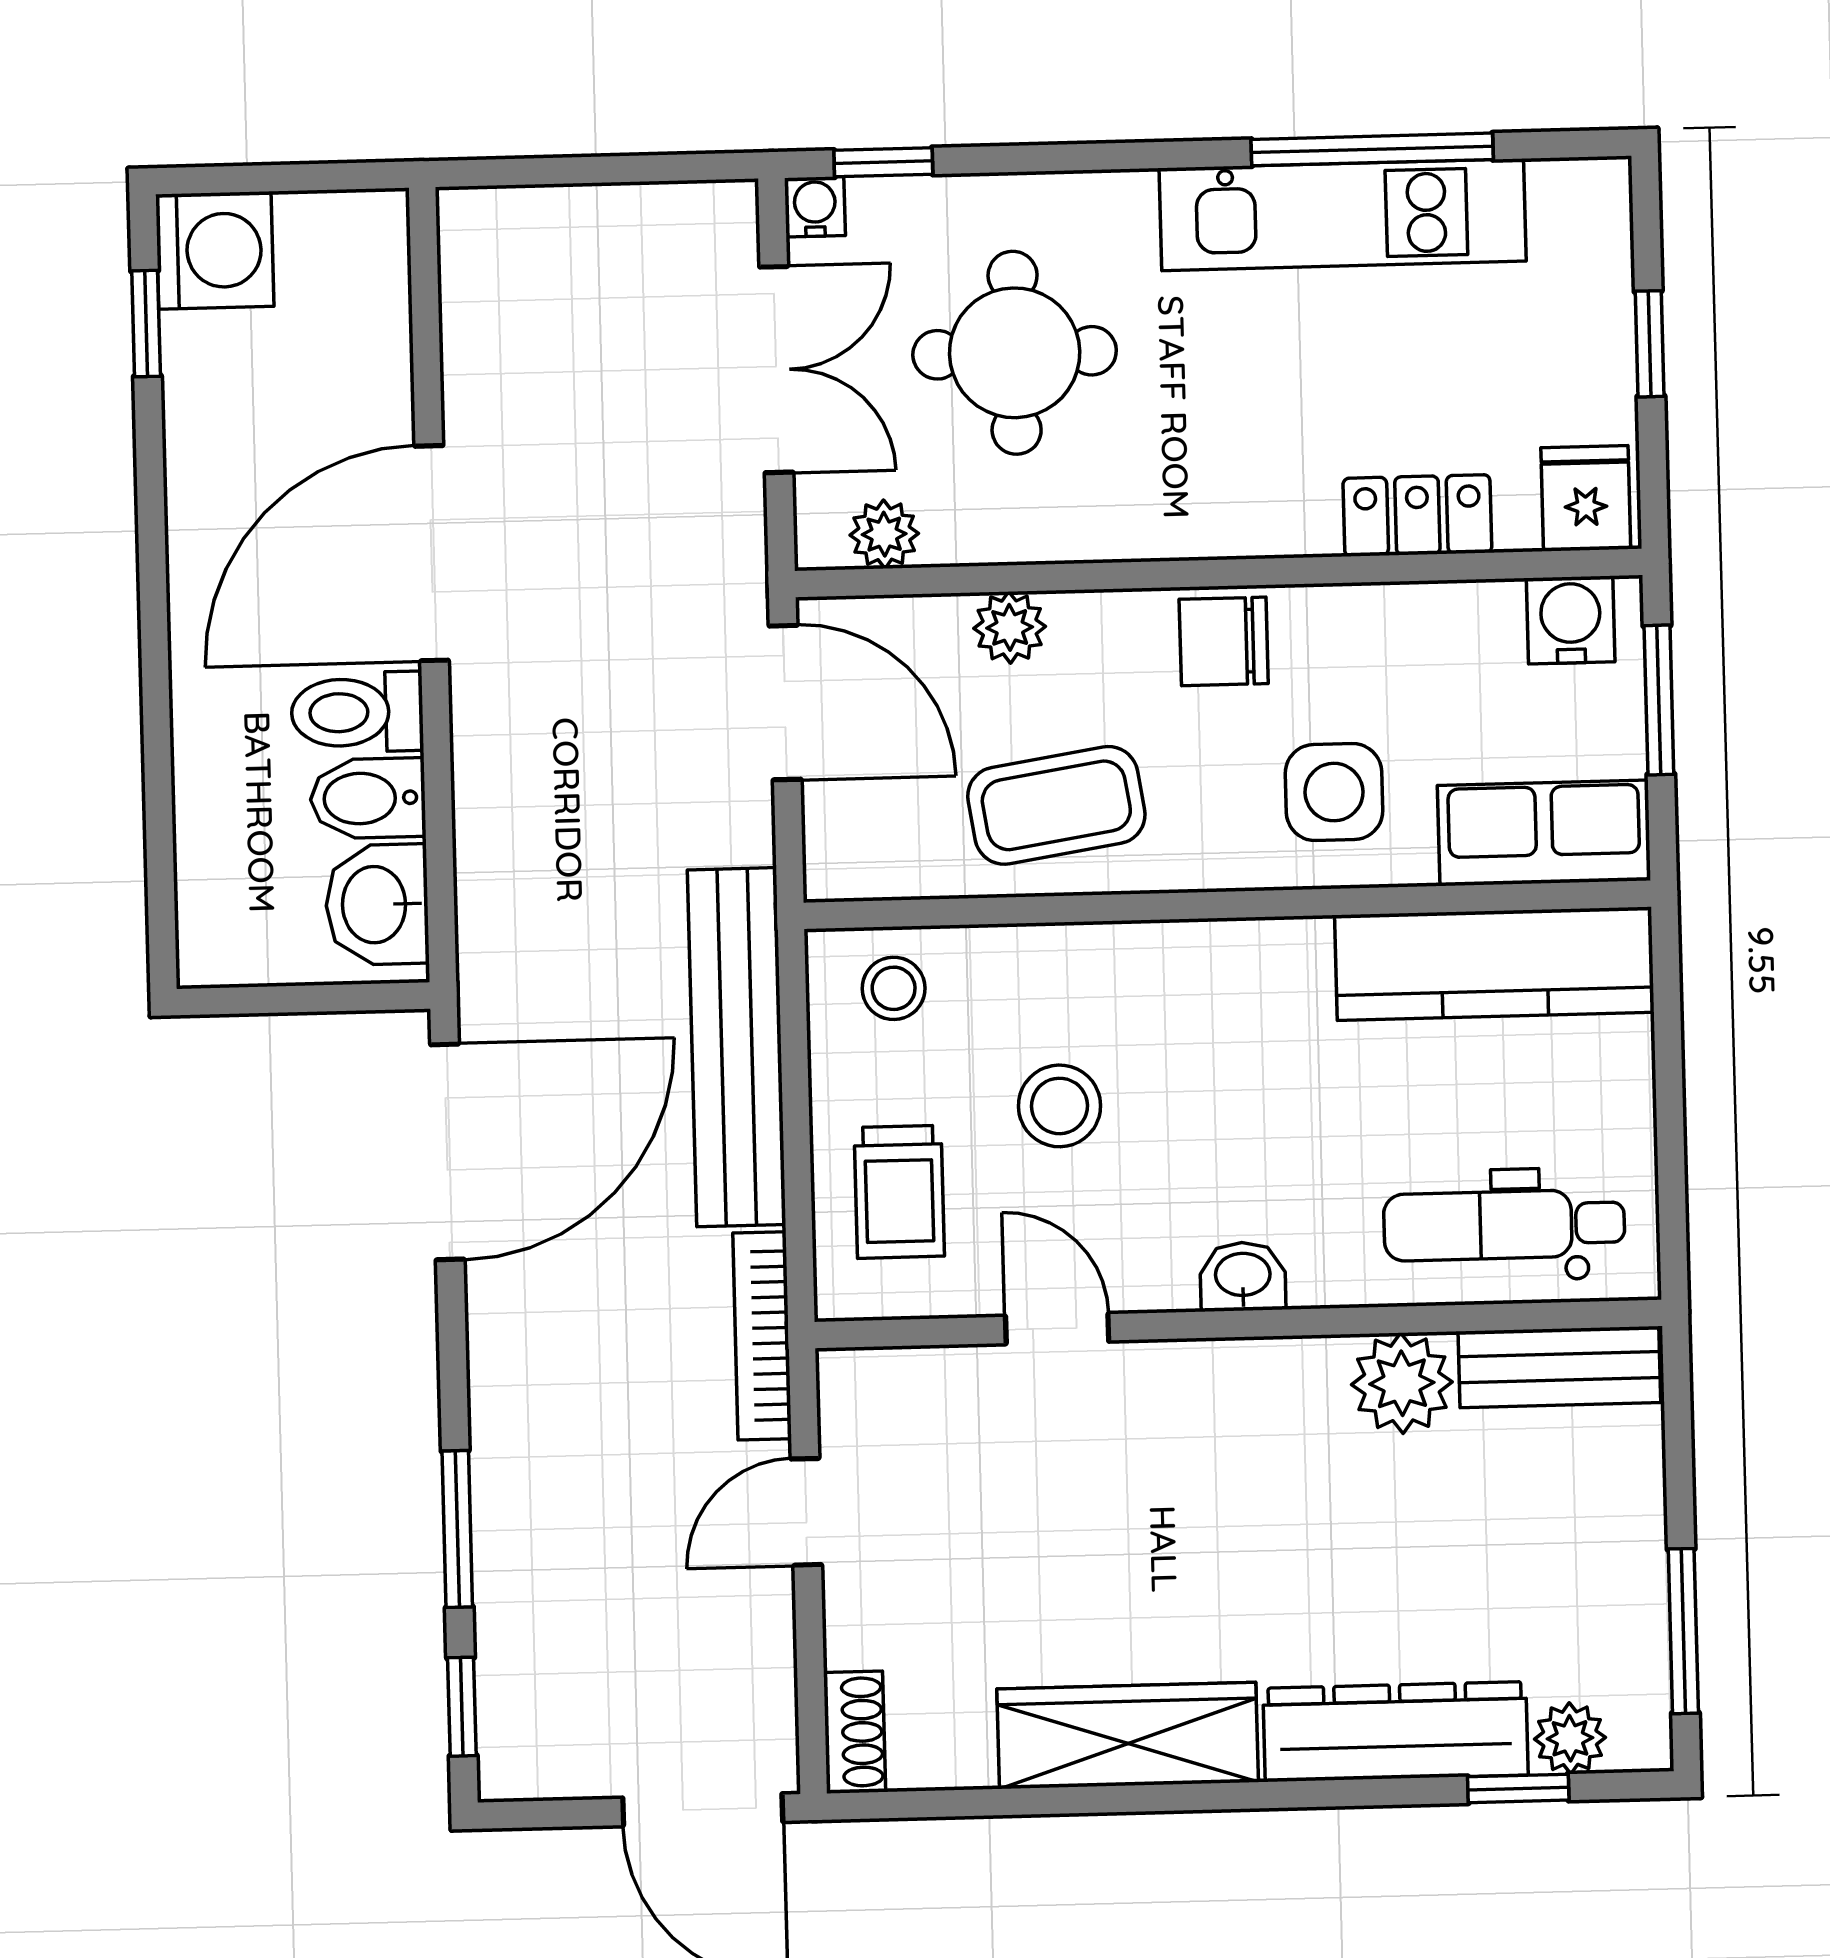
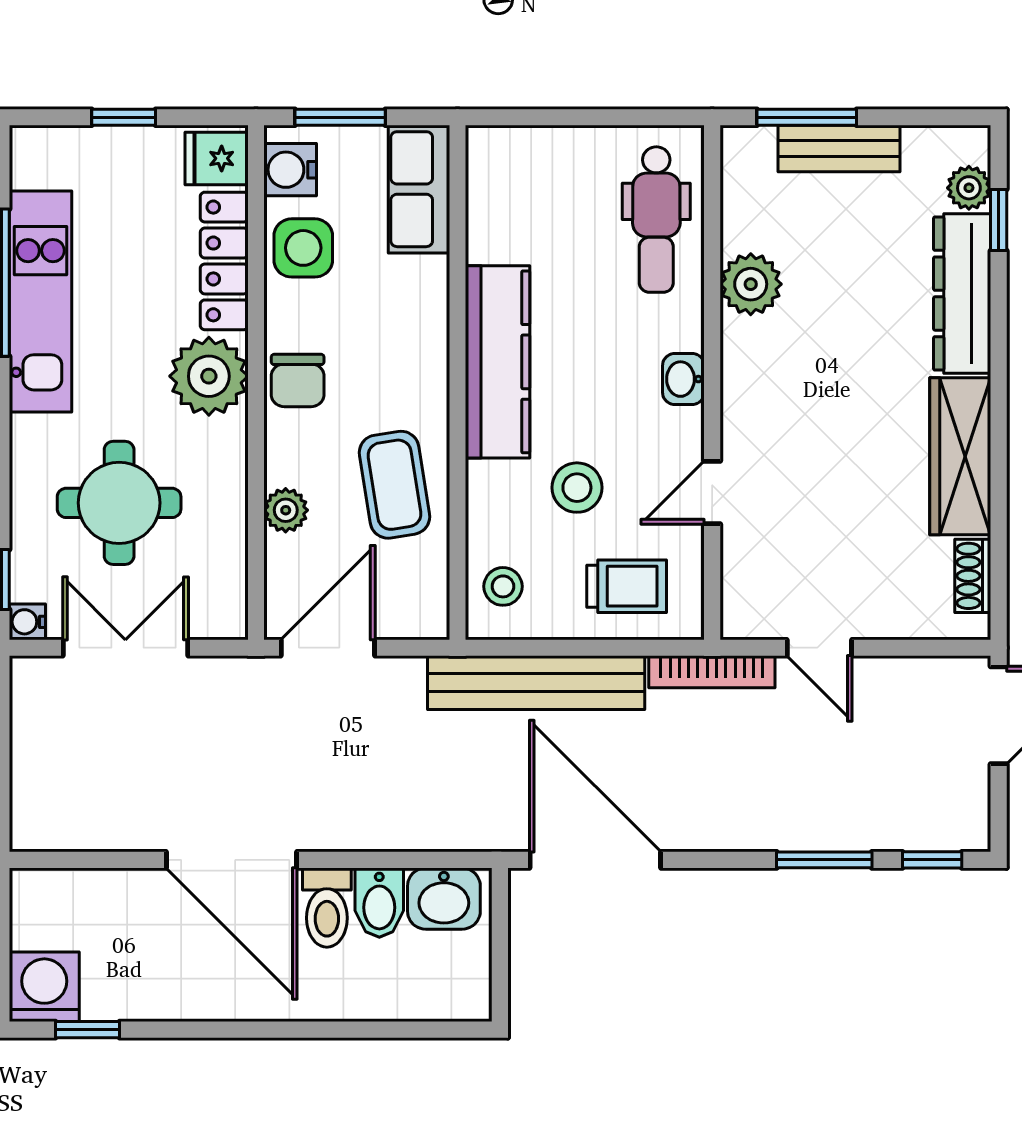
locker: (1417, 515) -> (224, 261), width x1.53
plant: (884, 534) -> (209, 376), moved, width x1.88, depth x1.88
side table: (1334, 792) -> (303, 248), moved
kitchen counter: (1494, 964) -> (498, 362), moved
bench: (1559, 1367) -> (839, 148), moved, turned 90
window: (1683, 1631) -> (807, 117), moved
shoe rack: (855, 1732) -> (973, 576), moved, turned -90

